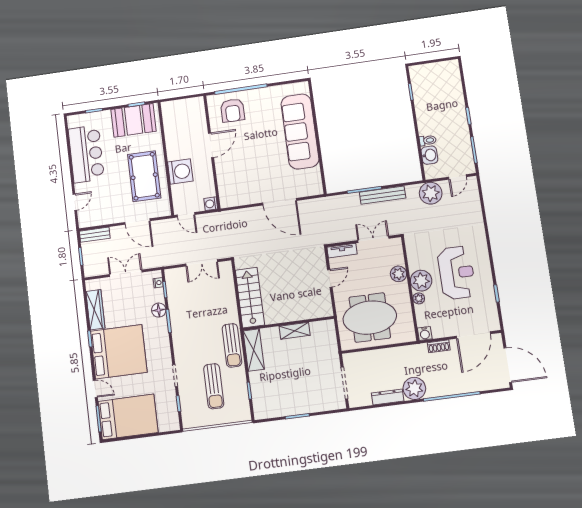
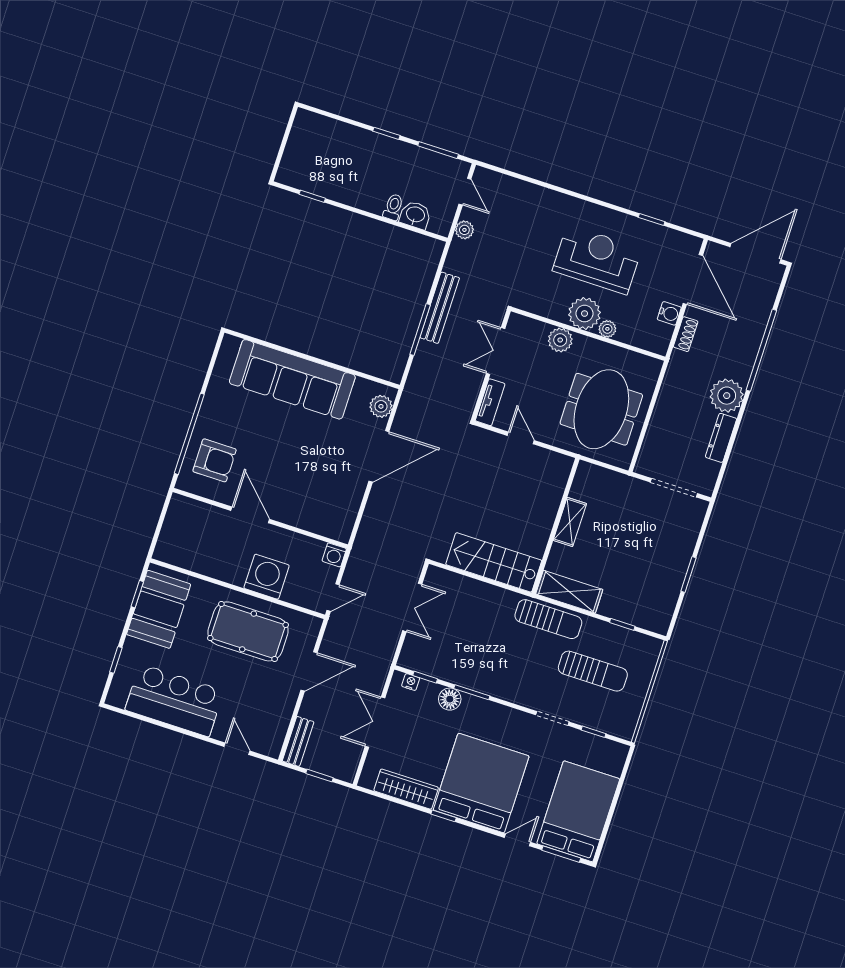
plant: (309, 189) -> (381, 406), added
plant: (431, 193) -> (464, 230), width x0.53, depth x0.53
water cooler: (425, 333) -> (669, 313), moved

